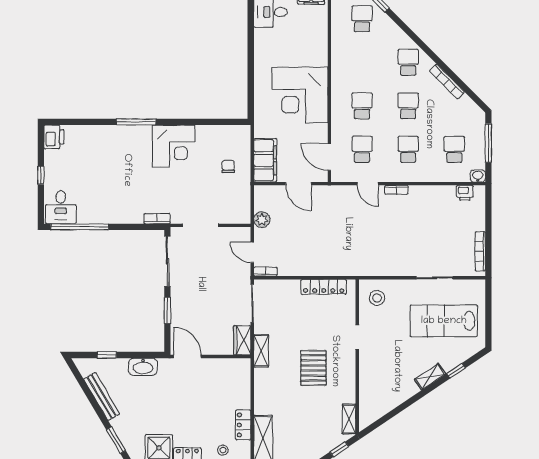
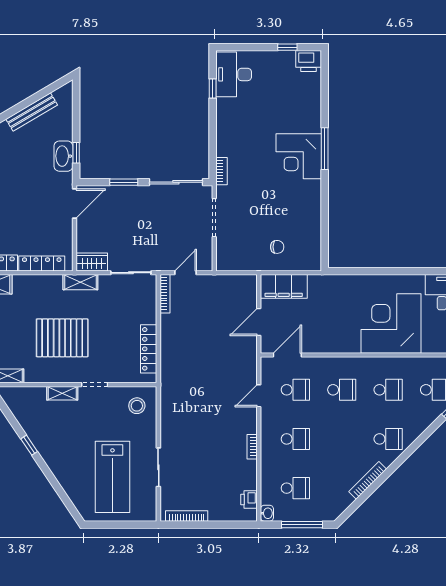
corner desk: (300, 95) -> (391, 323), moved
school desk: (408, 106) -> (388, 390), moved
corner desk: (174, 146) -> (299, 156), moved
window: (41, 175) -> (287, 47), moved
bookcase: (396, 190) -> (252, 447), moved
desk: (61, 207) -> (234, 74), width x1.37
plant: (262, 220) -> (220, 283), removed
window: (80, 227) -> (213, 89), width x0.32
bookcase: (265, 272) -> (165, 294), width x1.56
lab bench: (444, 321) -> (112, 477), turned 180
window: (107, 355) -> (76, 153), moved
pallet: (313, 368) -> (62, 338), width x1.37, depth x1.41
window: (456, 371) -> (29, 445), moved
shelving: (430, 377) -> (62, 393), moved, turned -56
locker: (244, 387) -> (42, 263), added

